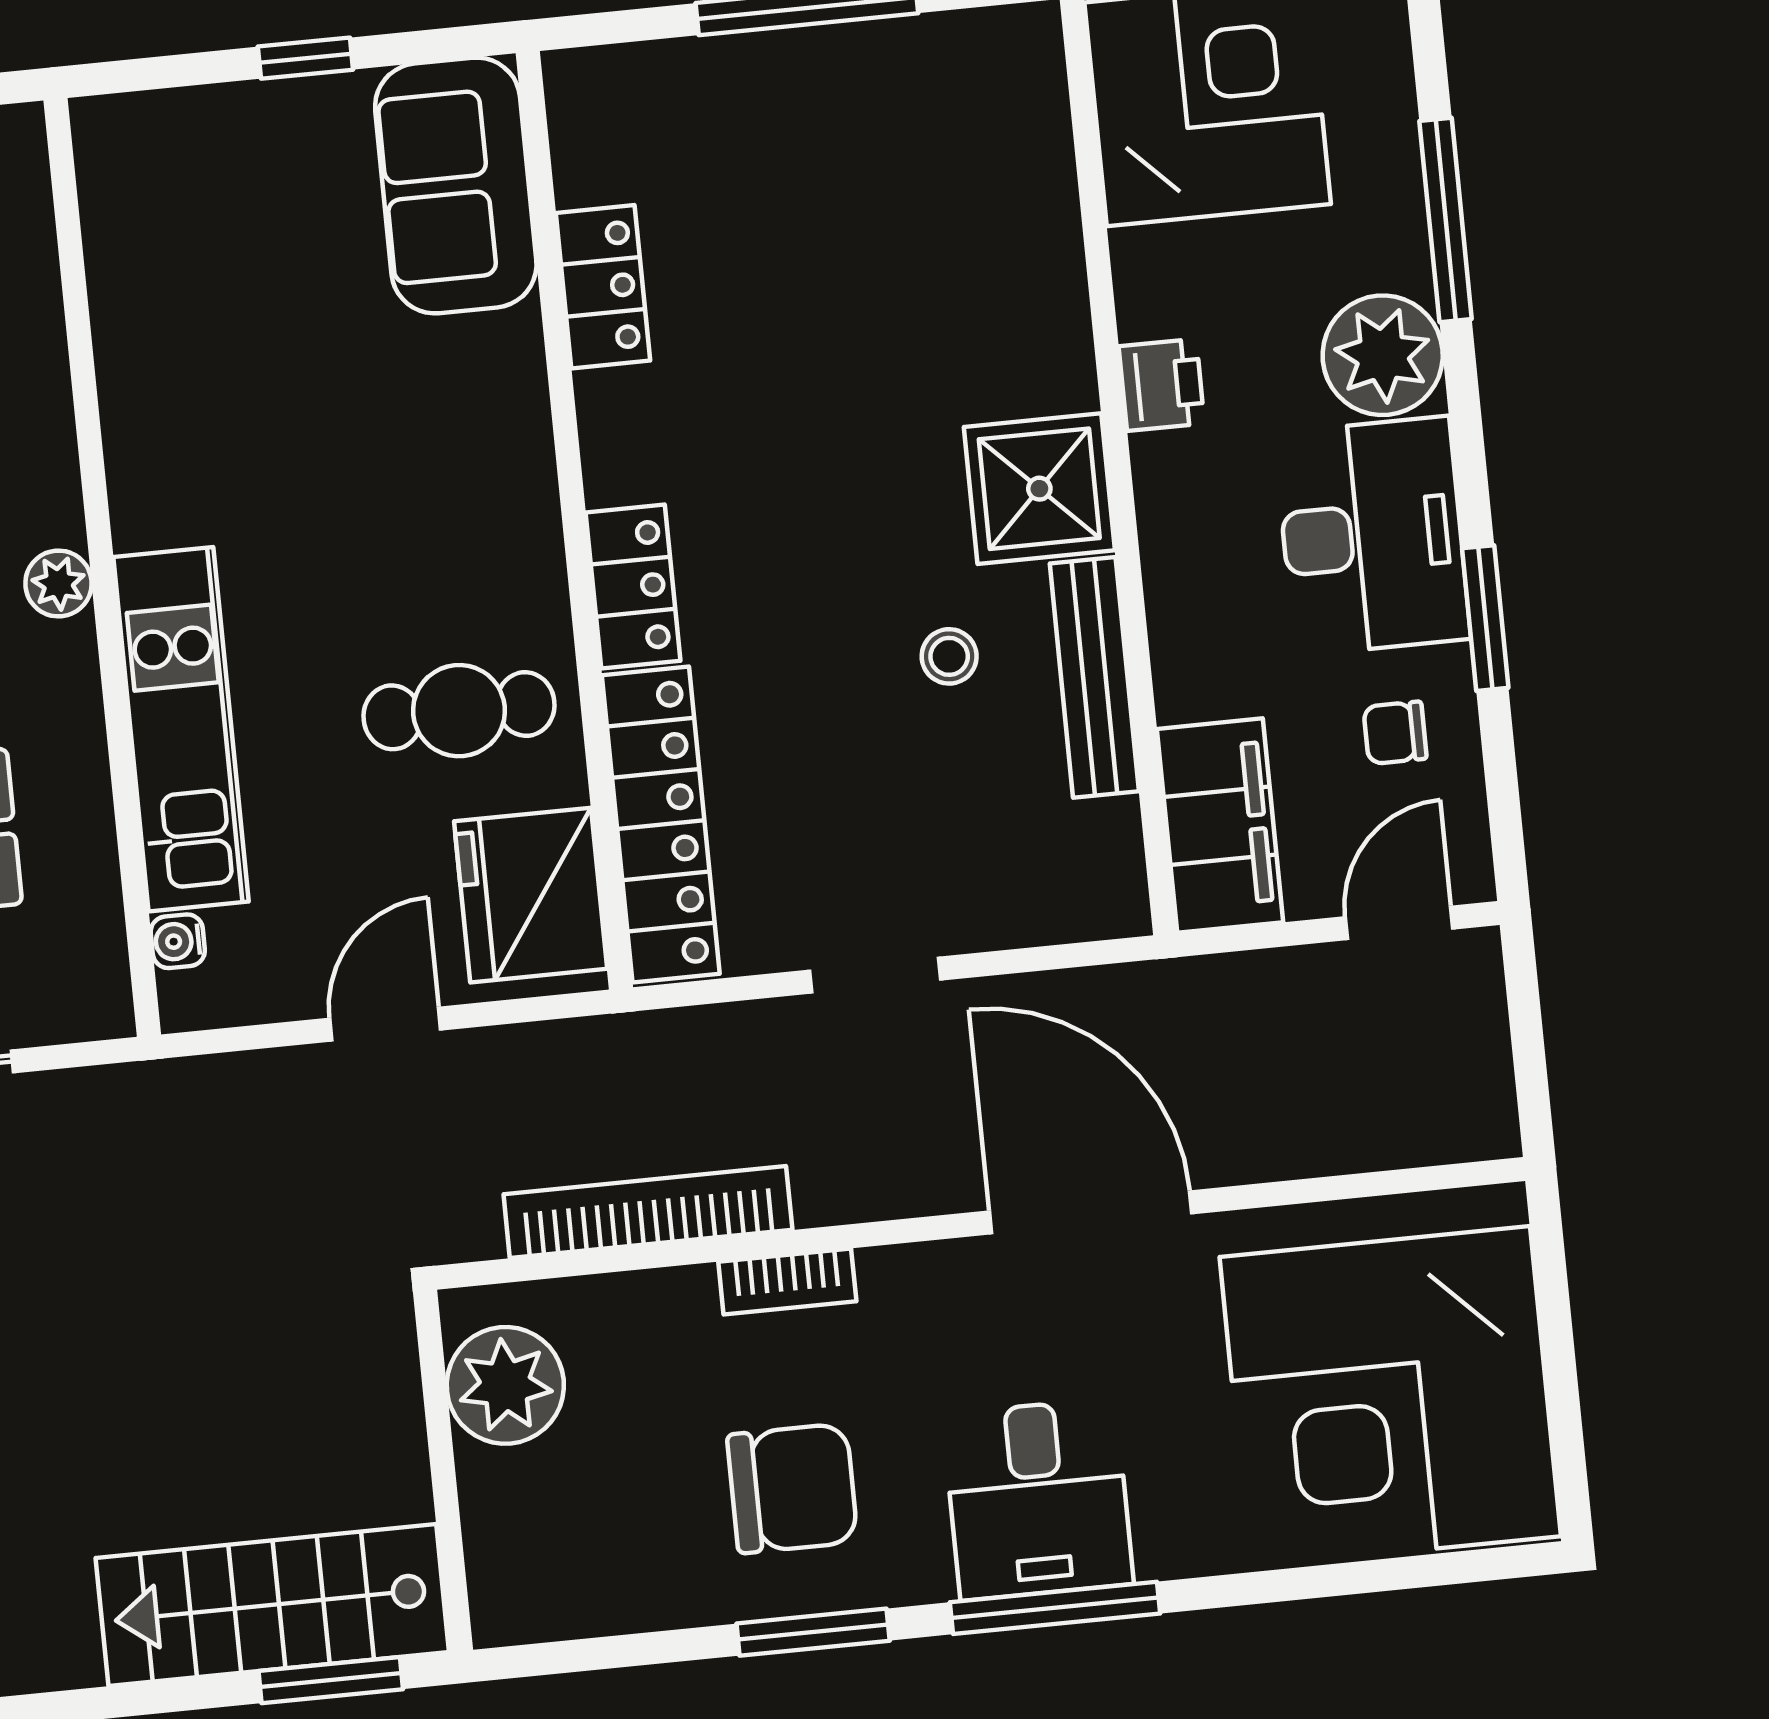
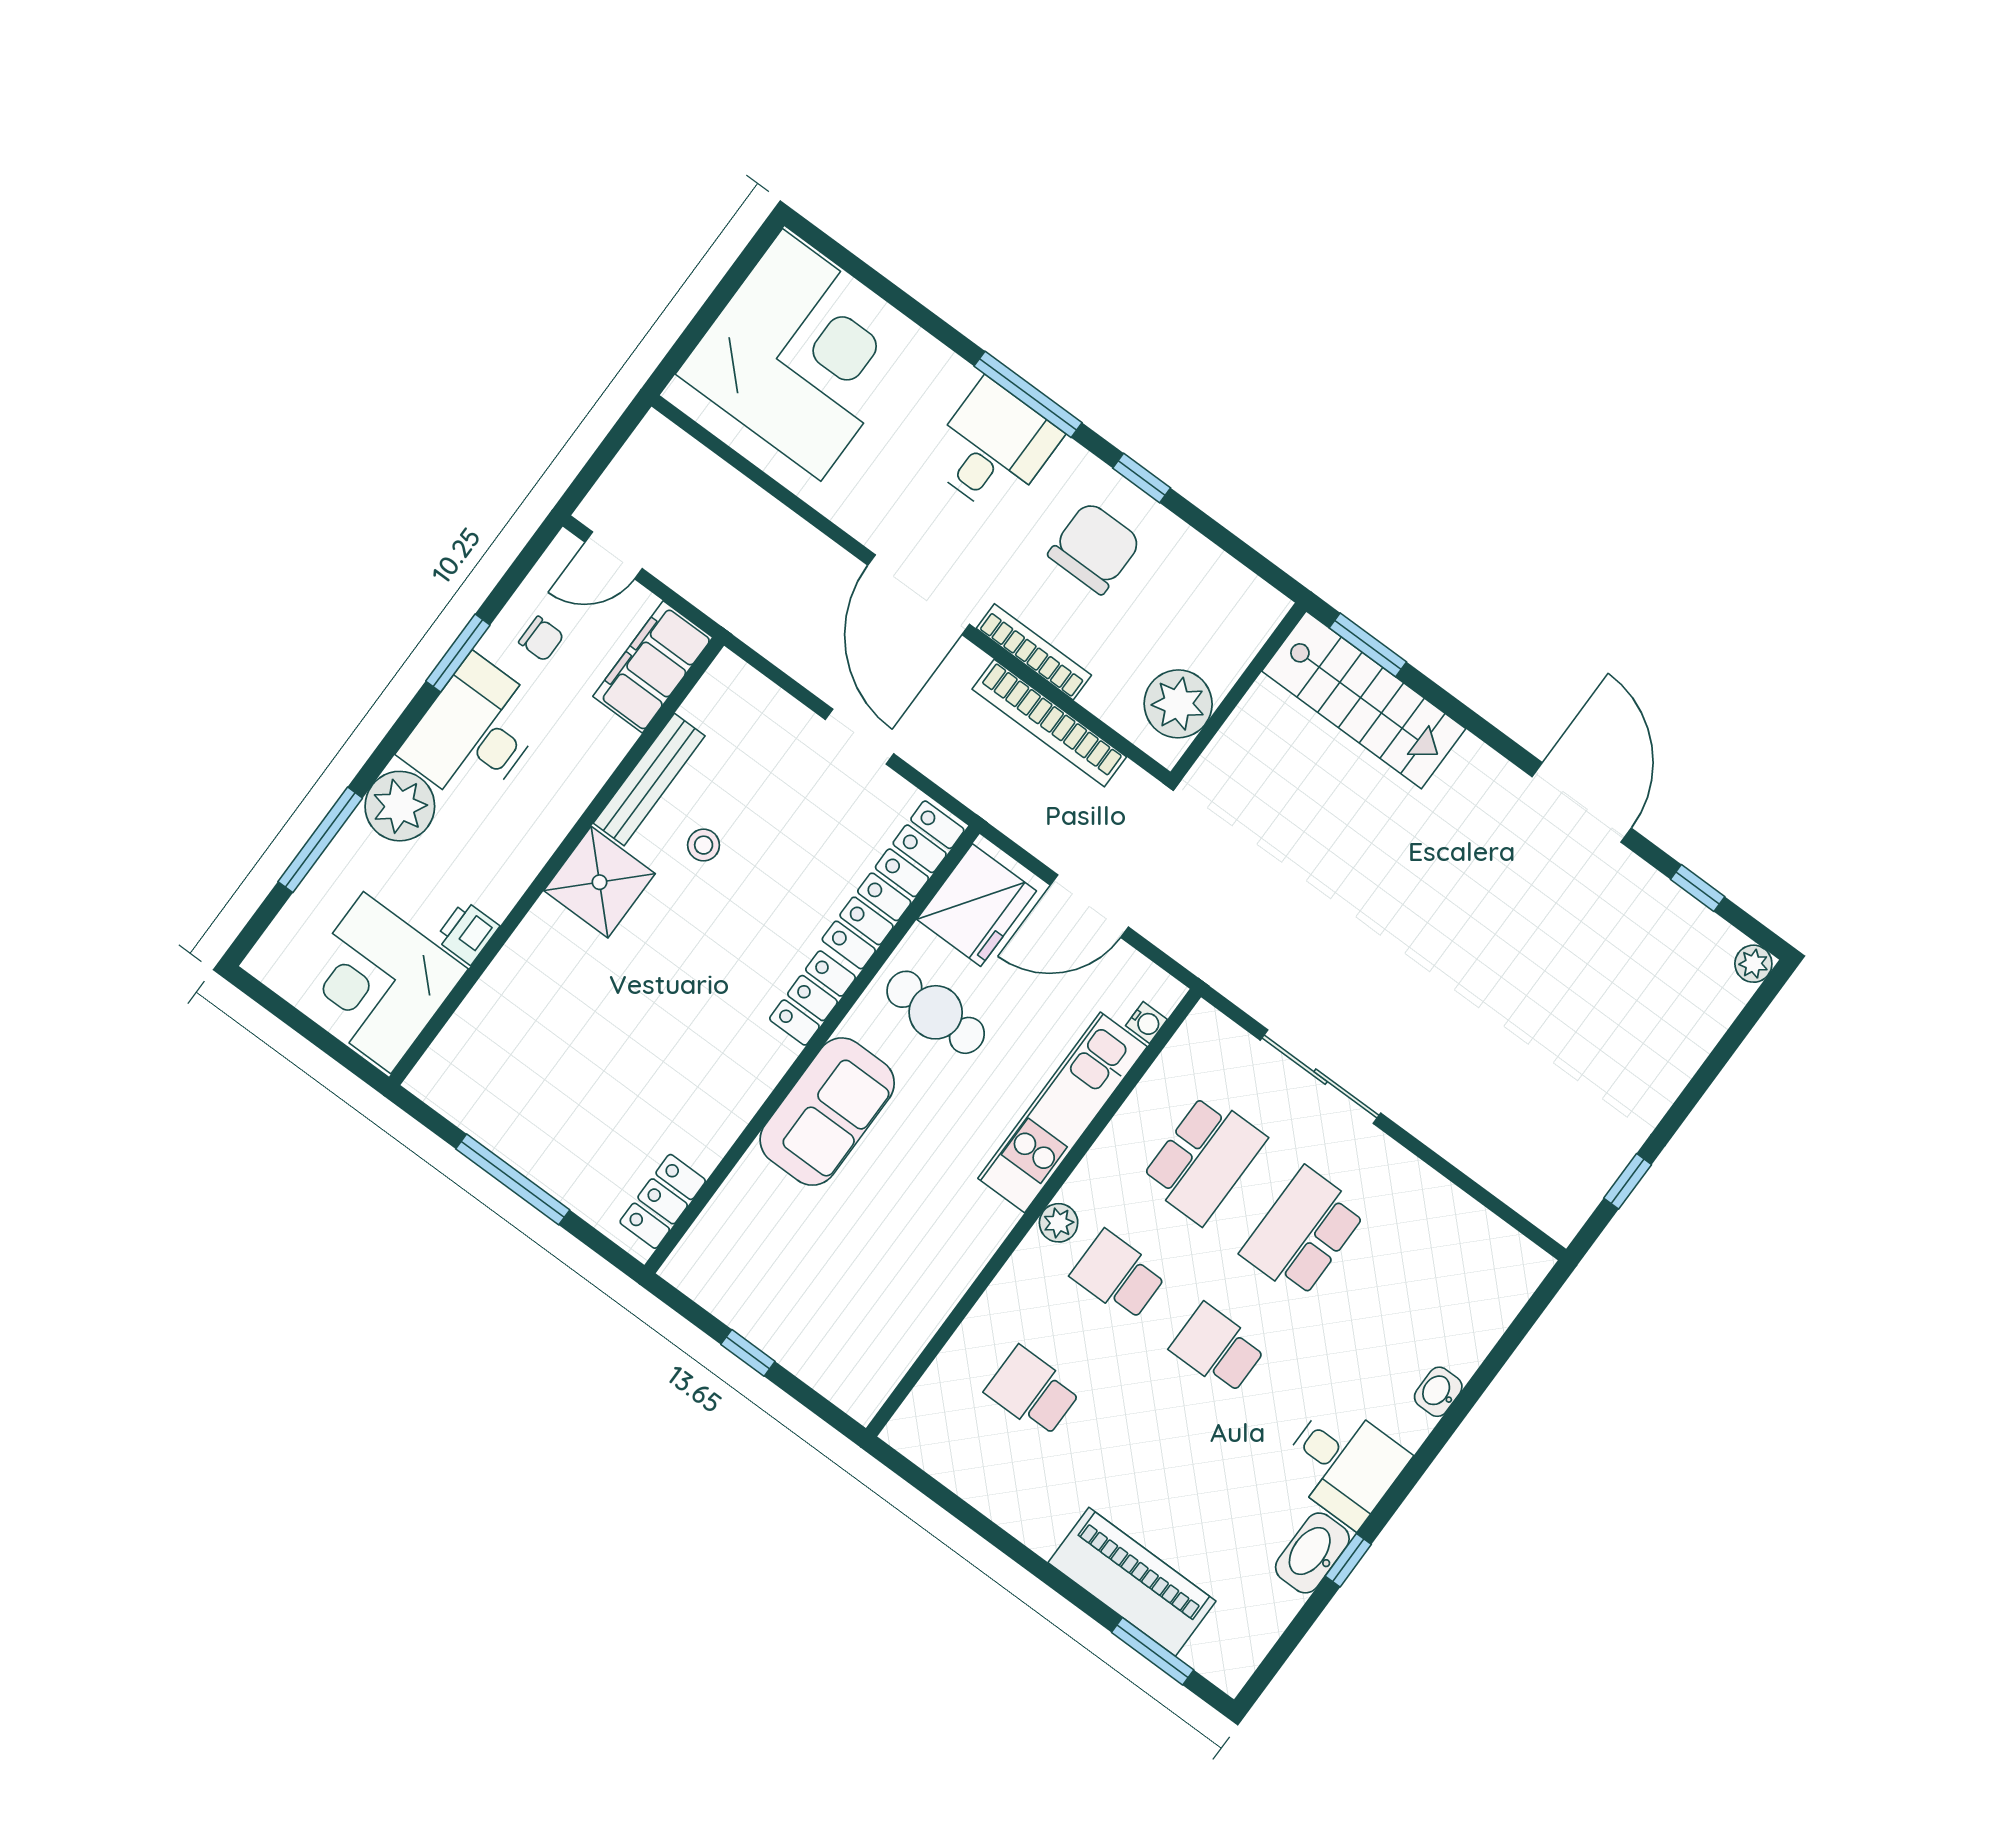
sofa: (456, 186) -> (827, 1112), moved
locker: (603, 287) -> (663, 1201), moved
printer: (1162, 385) -> (467, 933), moved
door: (385, 1024) -> (1089, 906), width x1.38
door: (1091, 1212) -> (919, 595), moved
bookcase: (787, 1281) -> (1034, 652), width x1.56
chair: (792, 1488) -> (1095, 548), turned 90
window: (813, 1632) -> (1142, 478), width x0.67

